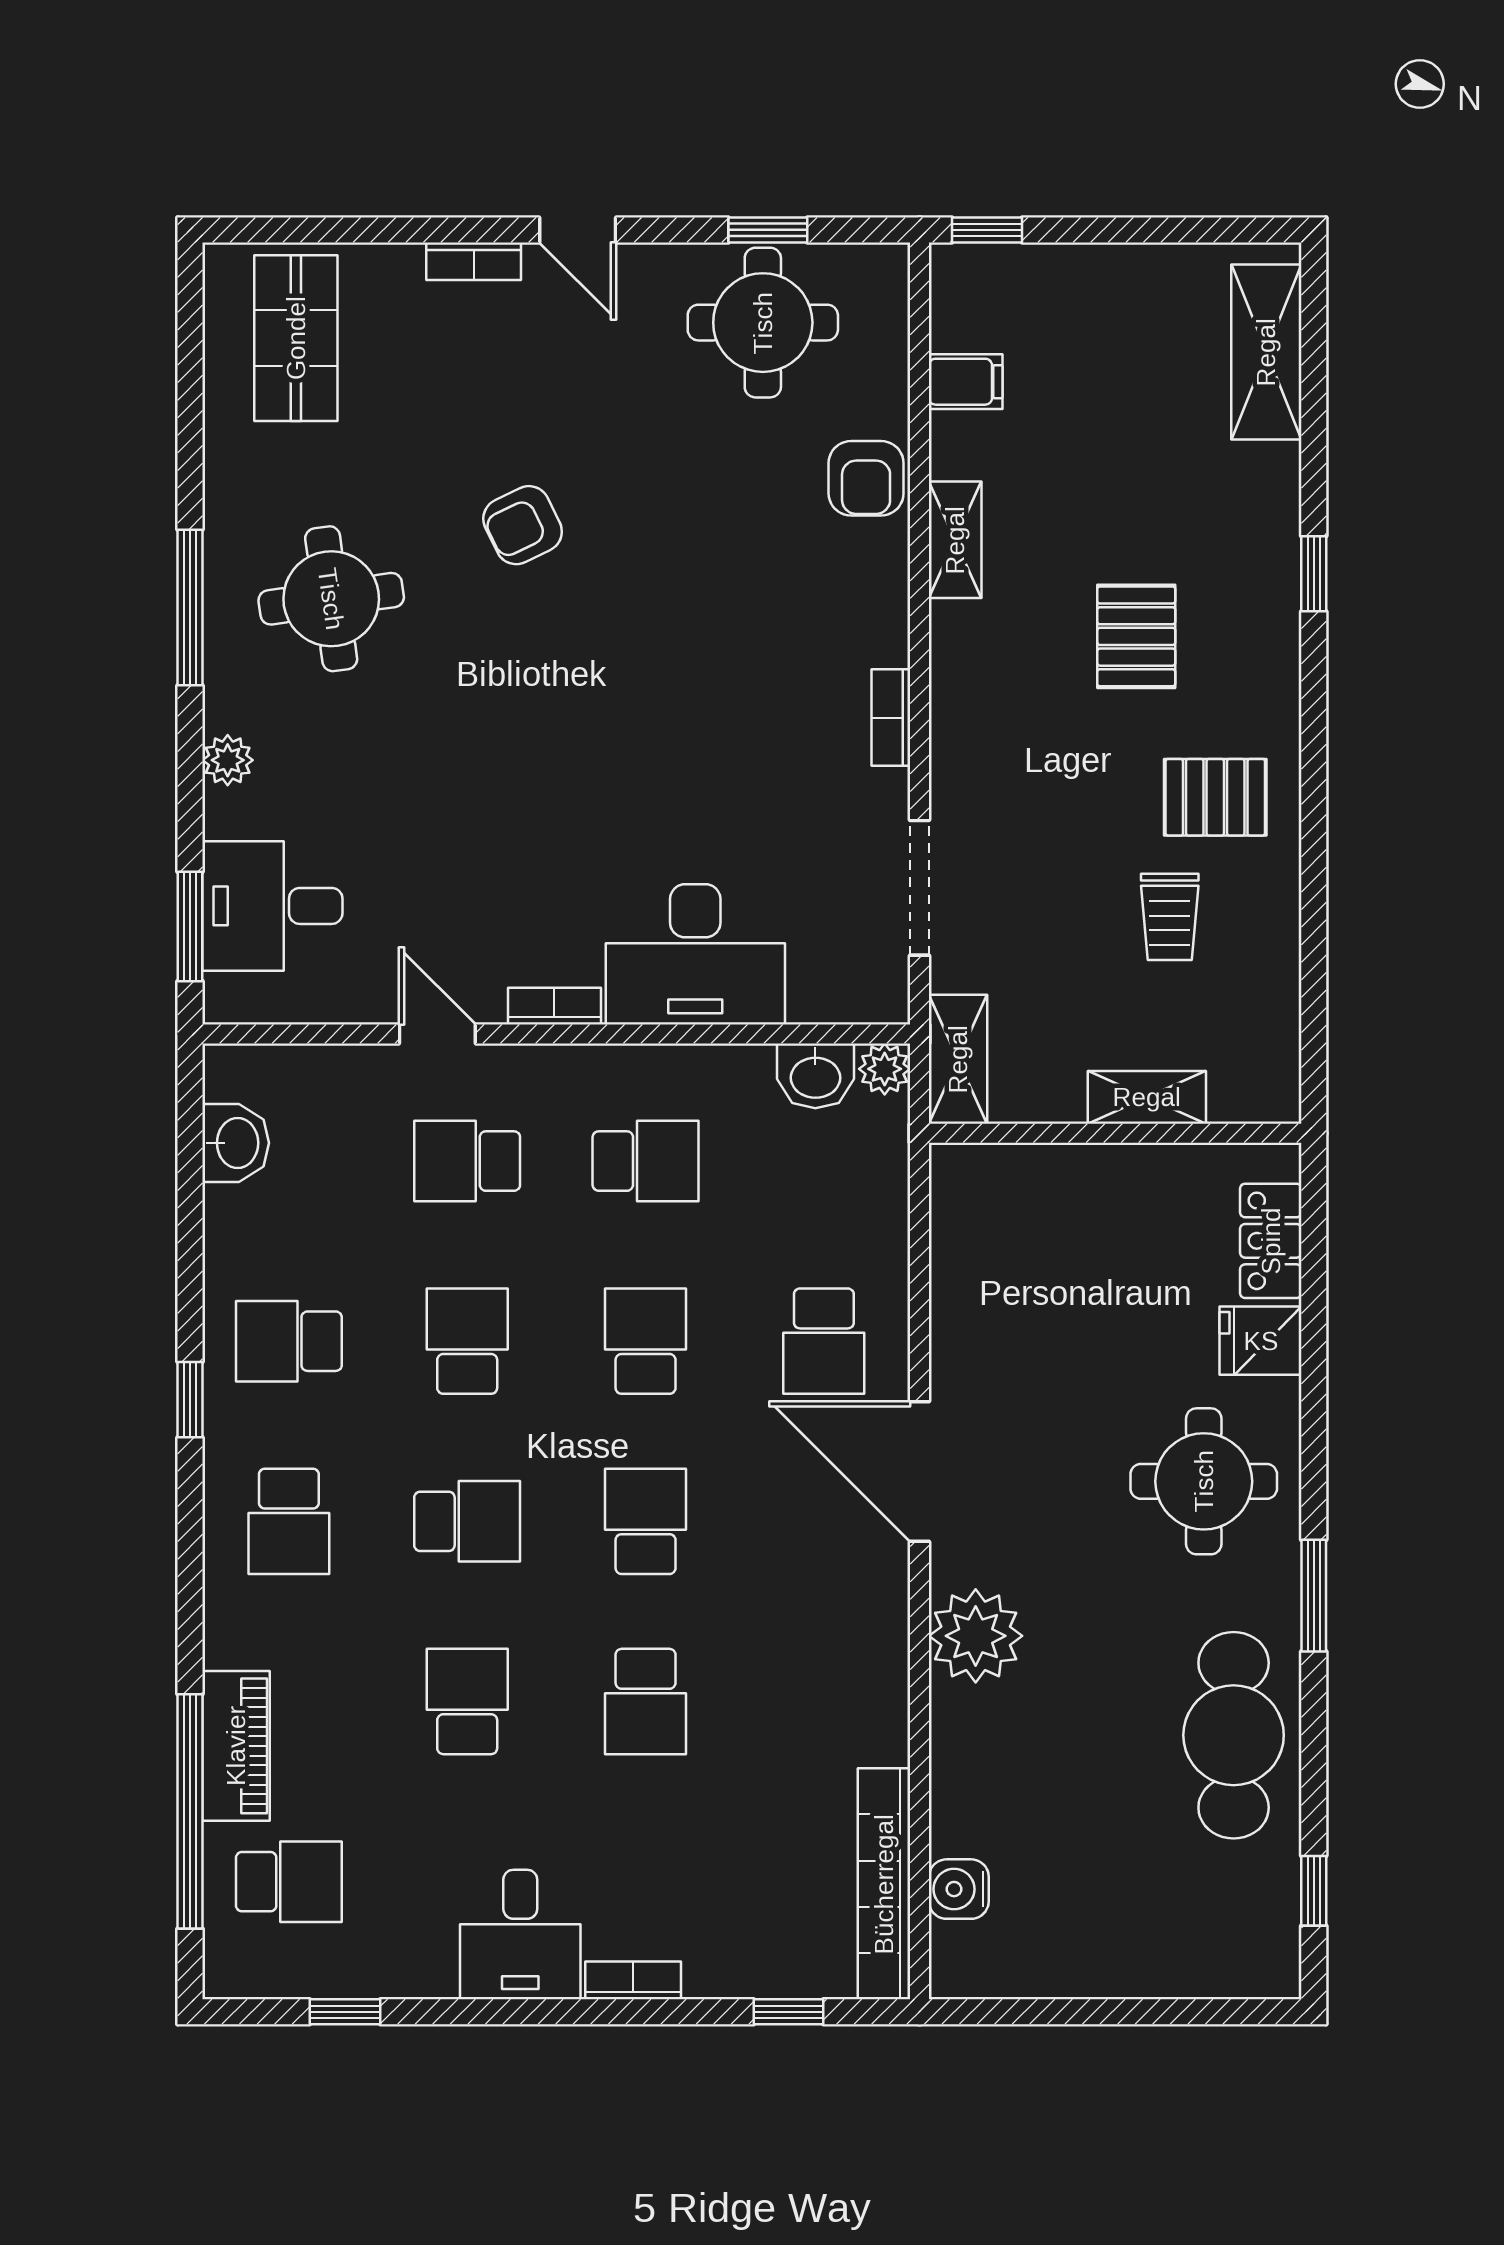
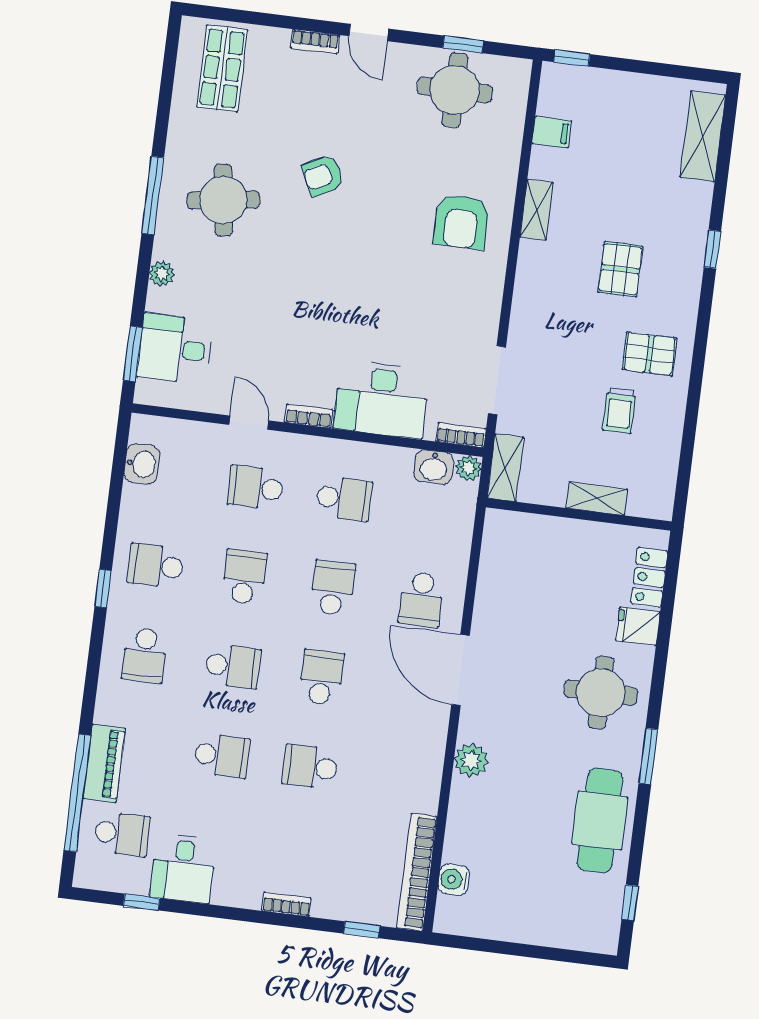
armchair: (866, 478) -> (461, 222), moved, width x1.38, depth x1.38
bookcase: (891, 718) -> (461, 435), moved, turned 90
plant: (976, 1636) -> (471, 760), width x0.73, depth x0.73
school desk: (467, 1702) -> (222, 756), turned 90
school desk: (646, 1702) -> (310, 767), turned 90
desk: (520, 1935) -> (183, 868), moved

